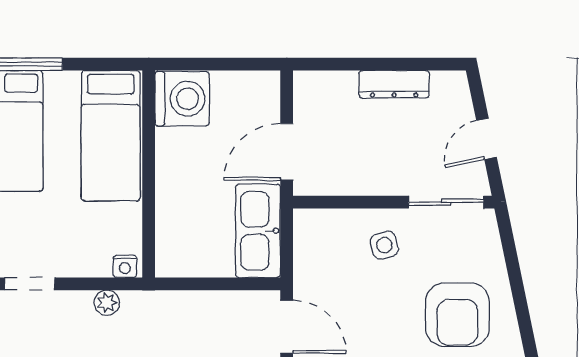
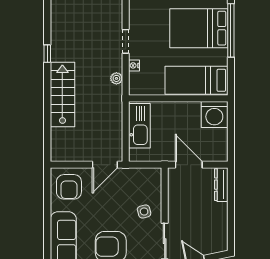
dresser: (394, 84) -> (221, 185), moved
kitchen sink: (258, 231) -> (139, 126), moved, turned 90
nightstand: (125, 266) -> (134, 65), moved

